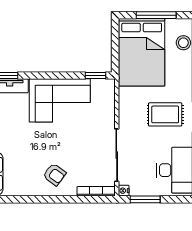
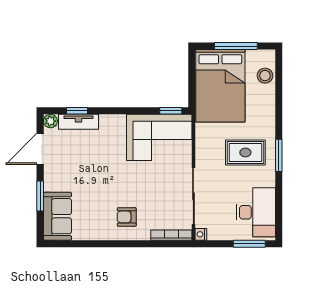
corner sofa: (60, 100) -> (159, 137), moved
armchair: (54, 174) -> (127, 217), turned 144
window: (145, 199) -> (249, 244), moved

